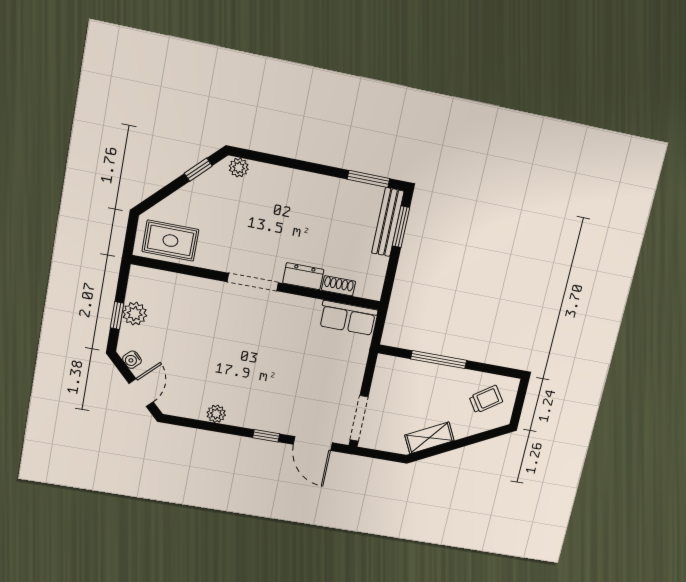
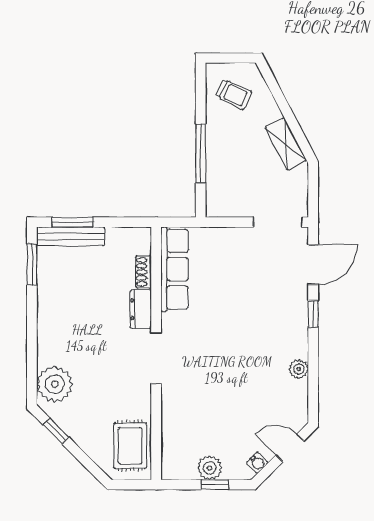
plant: (239, 168) -> (55, 384), width x1.88, depth x1.88
row of seats: (348, 318) -> (175, 269), width x1.48
trolley: (486, 399) -> (234, 94), turned 150

